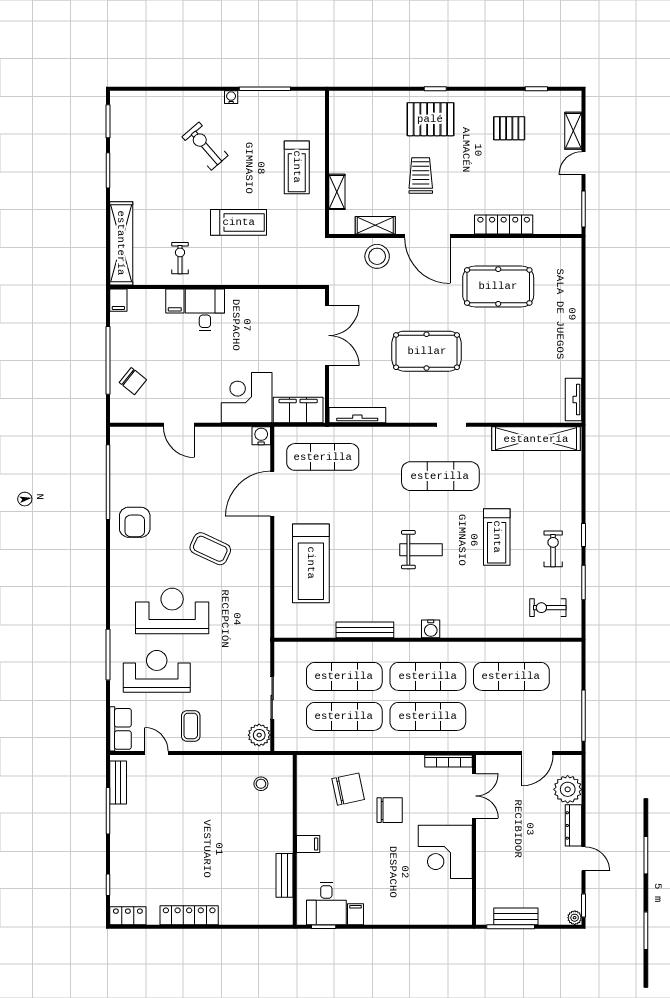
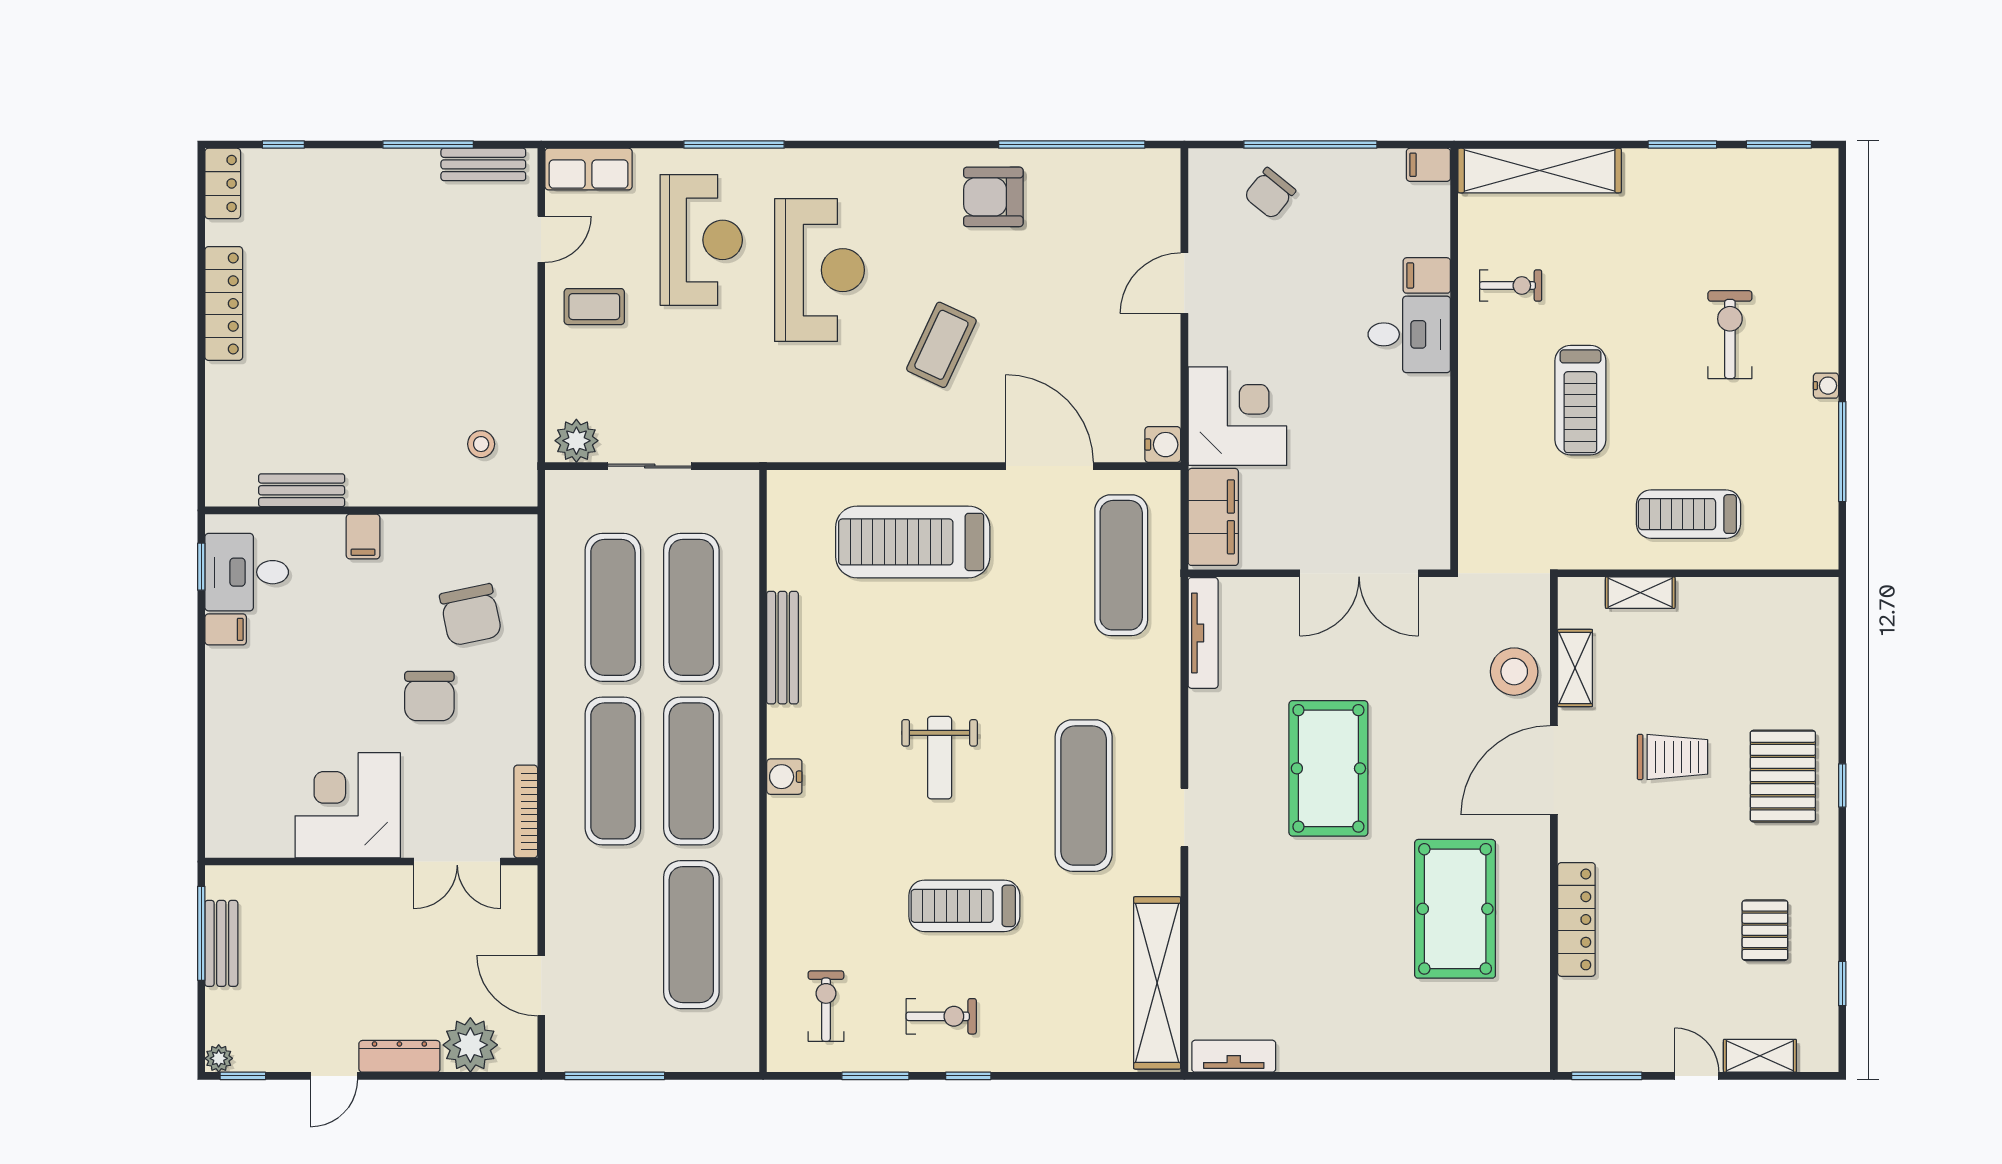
exercise bike: (205, 146) -> (1730, 335), turned -49

